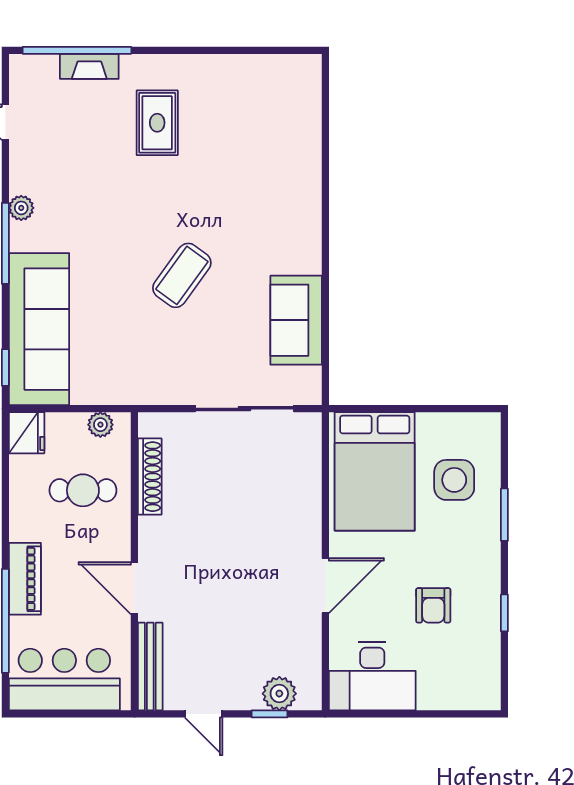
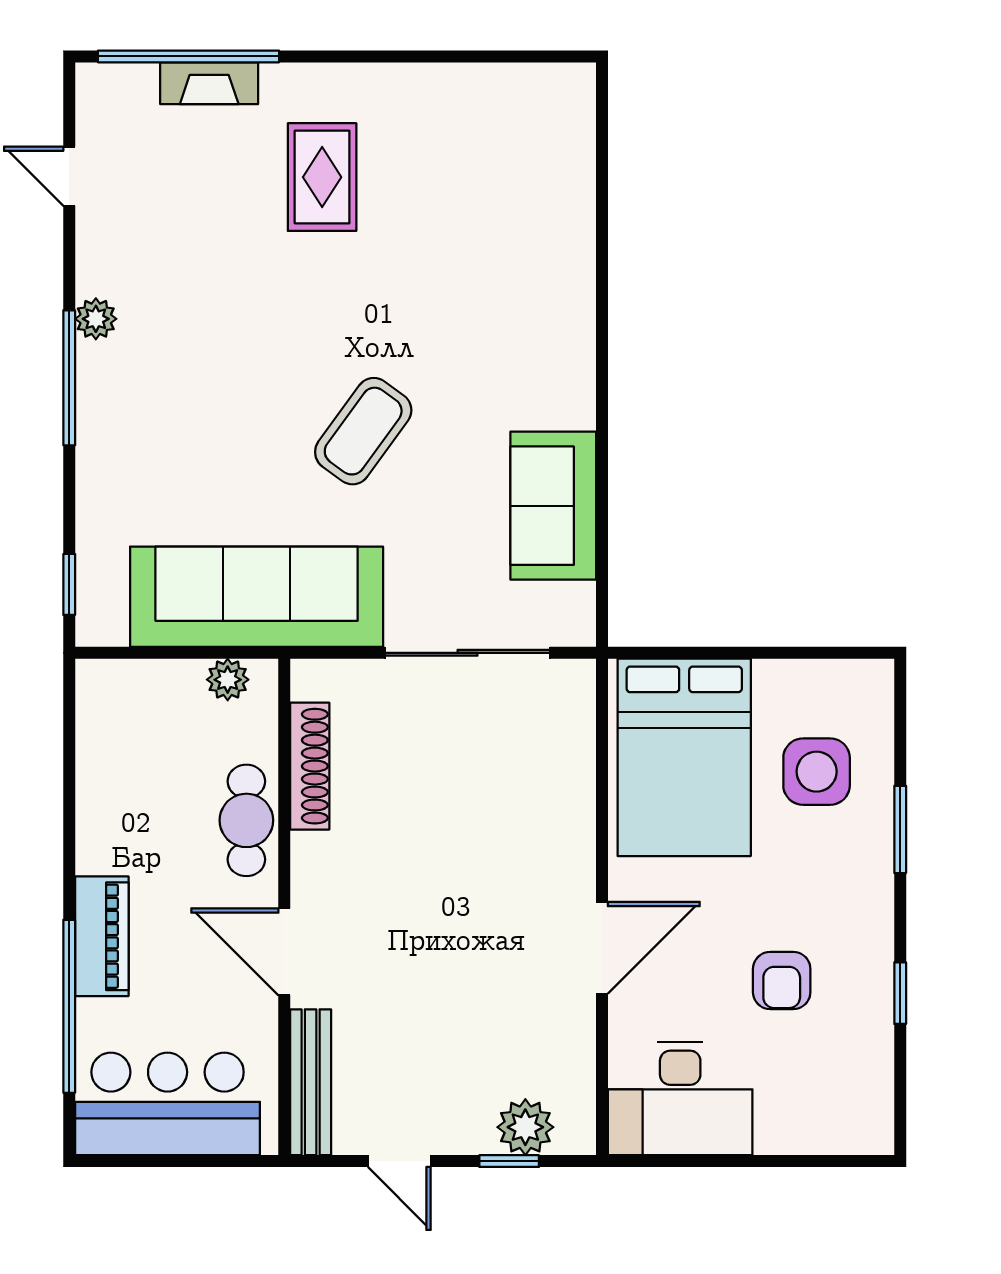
sofa: (39, 329) -> (257, 597), moved, turned -90
fridge: (27, 433) -> (105, 693), removed
cafe table: (83, 490) -> (246, 820), moved, turned 90

